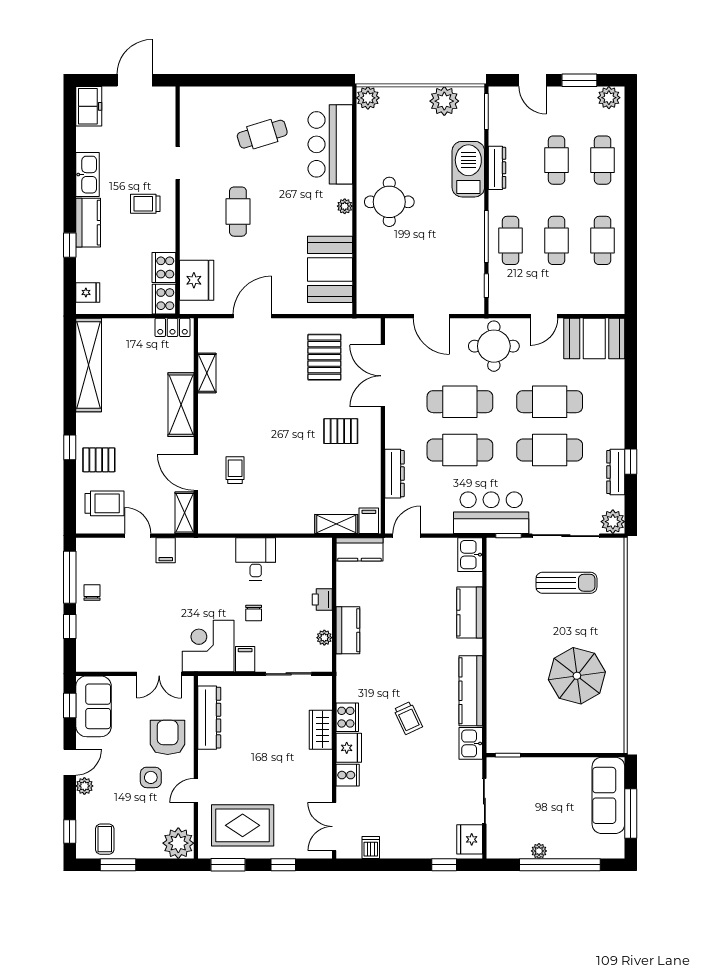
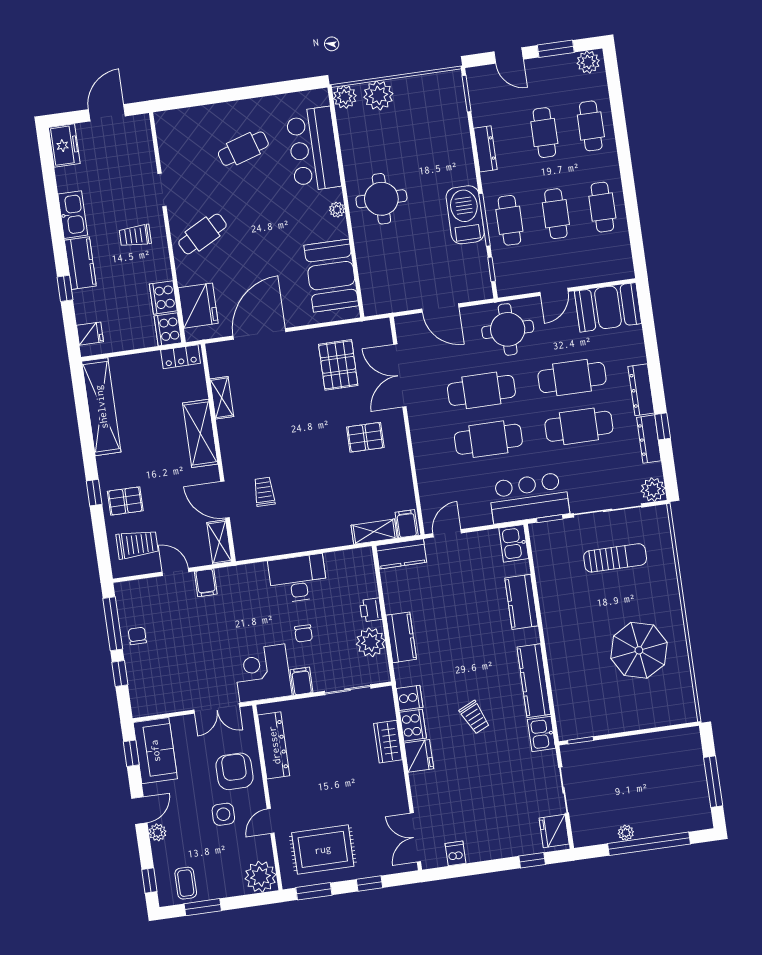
plant: (444, 101) -> (378, 95), moved
barbecue: (468, 169) -> (465, 215), moved
cafe table: (238, 212) -> (202, 234), moved, turned 62
door: (252, 316) -> (259, 334), width x1.36
dresser: (394, 474) -> (641, 390), moved, turned 180
desk: (256, 559) -> (298, 579), width x1.37
plant: (324, 638) -> (371, 642), width x1.88, depth x1.88
cooker: (348, 775) -> (410, 698), moved
sofa: (608, 795) -> (688, 767), removed

